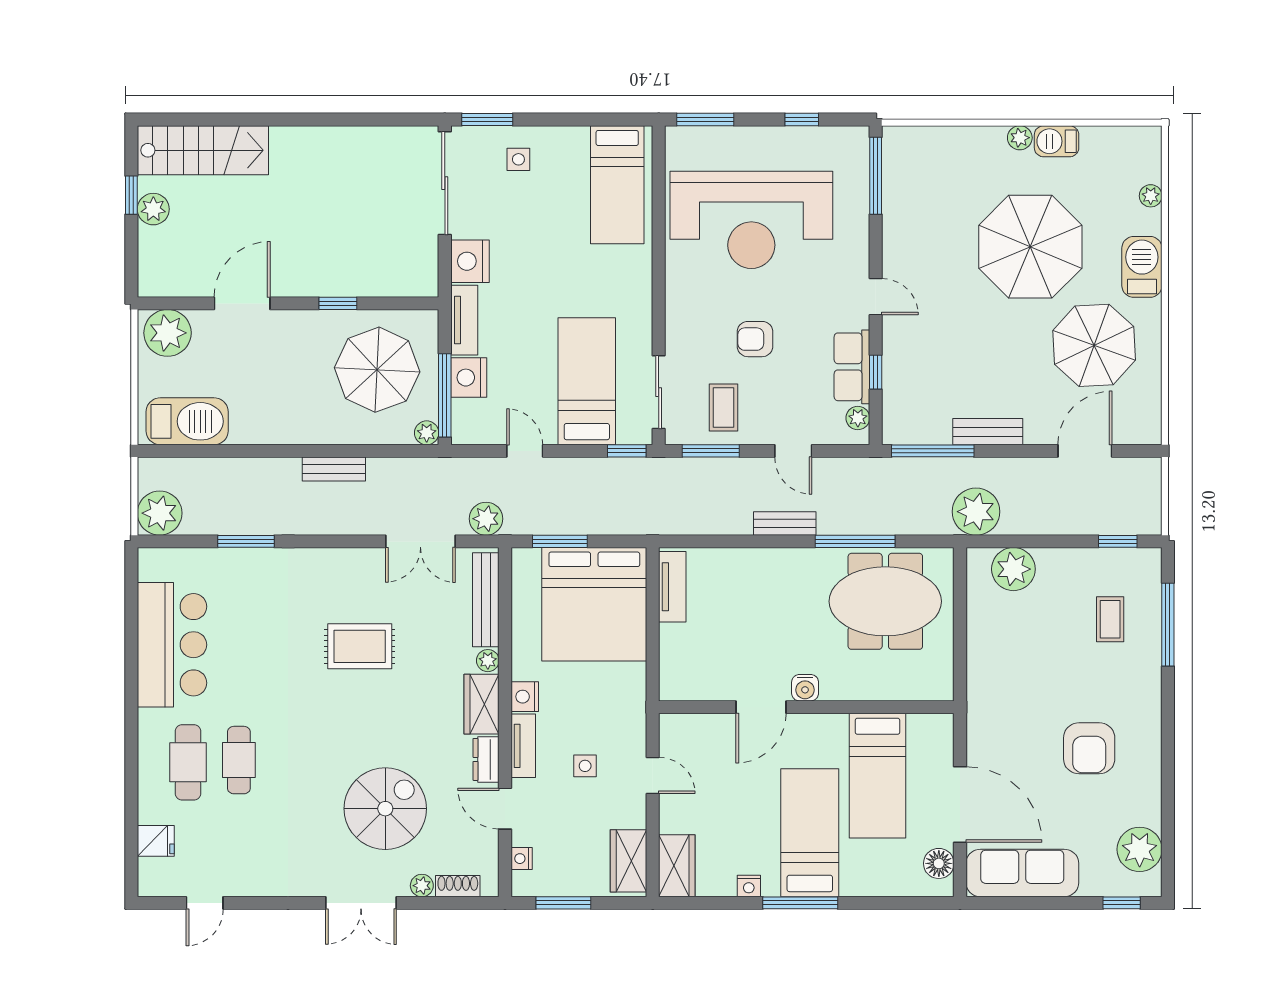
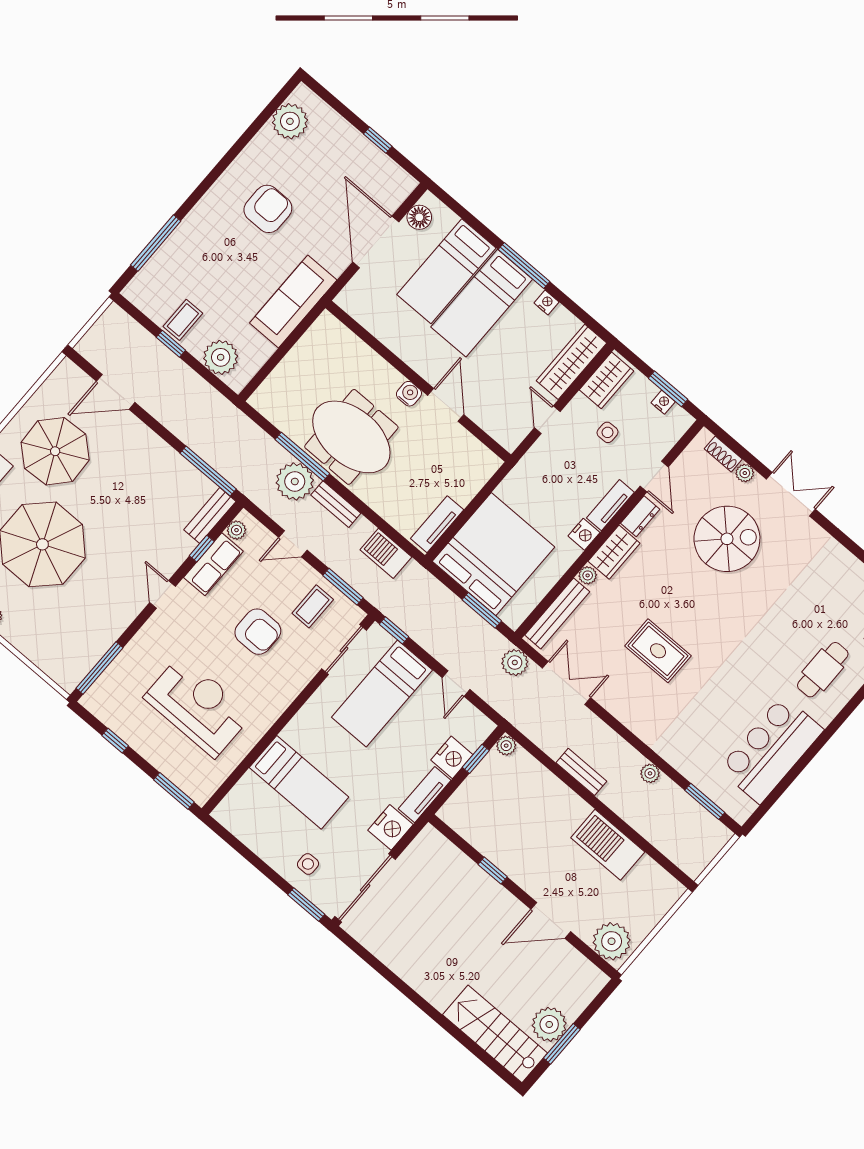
bed: (617, 185) -> (299, 782), moved, turned 90
window: (131, 195) -> (562, 1044), width x1.50
plant: (153, 209) -> (549, 1024), width x1.36, depth x1.36
reception desk: (751, 220) -> (198, 706), width x0.74, depth x0.77
armchair: (755, 339) -> (258, 632), width x1.38, depth x1.38
parasol: (377, 370) -> (503, 810), removed
window: (445, 395) -> (476, 759), width x0.46
barbecue: (187, 421) -> (608, 845), moved
bench: (988, 432) -> (210, 516), moved, turned 90
door: (793, 451) -> (293, 544), swing flipped
plant: (976, 512) -> (295, 481), moved
plant: (160, 513) -> (650, 773), moved, width x0.53, depth x0.53
barbecue: (697, 517) -> (386, 553), added
window: (246, 541) -> (705, 801), moved
window: (1118, 541) -> (171, 344), moved
meeting table: (885, 601) -> (351, 437), moved
coffee table: (1110, 619) -> (183, 320), moved
door: (761, 707) -> (446, 405), hinge flipped
cafe table: (239, 760) -> (791, 645), removed
side table: (585, 766) -> (608, 432), moved
bed: (877, 776) -> (446, 271), moved, turned 180
spiral stairs: (385, 809) -> (727, 539), turned 180
nightstand: (522, 859) -> (663, 402), moved, turned -90
wardrobe: (677, 866) -> (572, 362), width x1.50
sofa: (1022, 873) -> (293, 301), moved, turned 90
window: (1122, 903) -> (378, 140), moved

